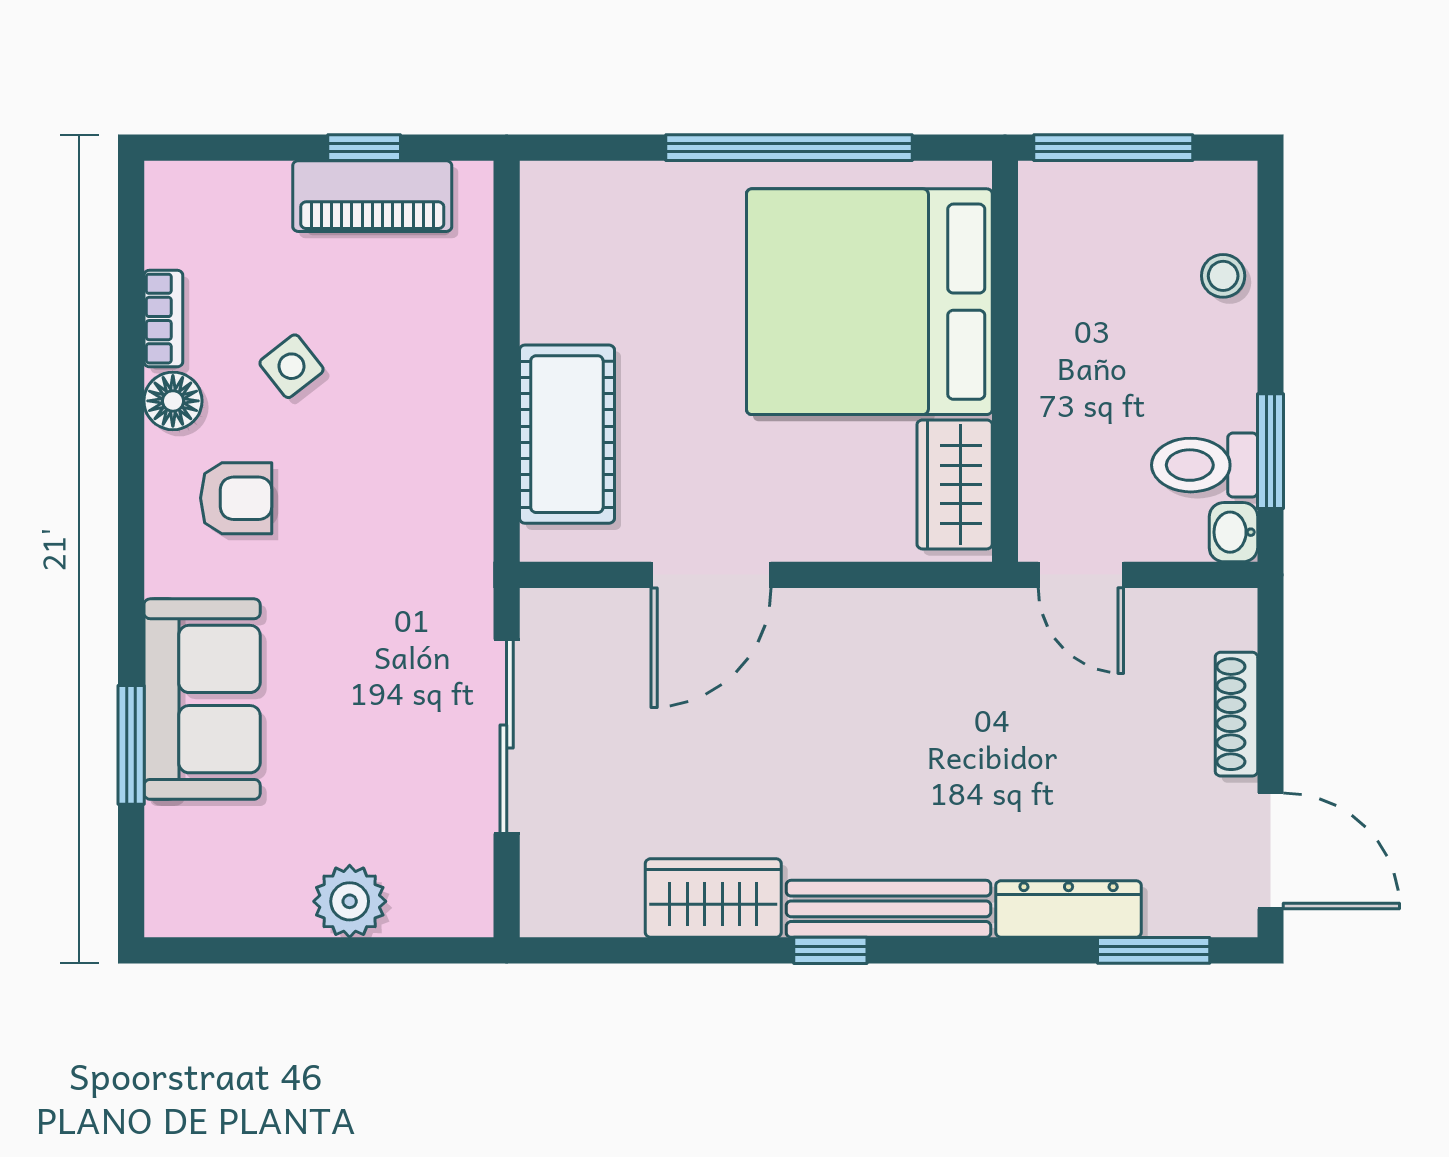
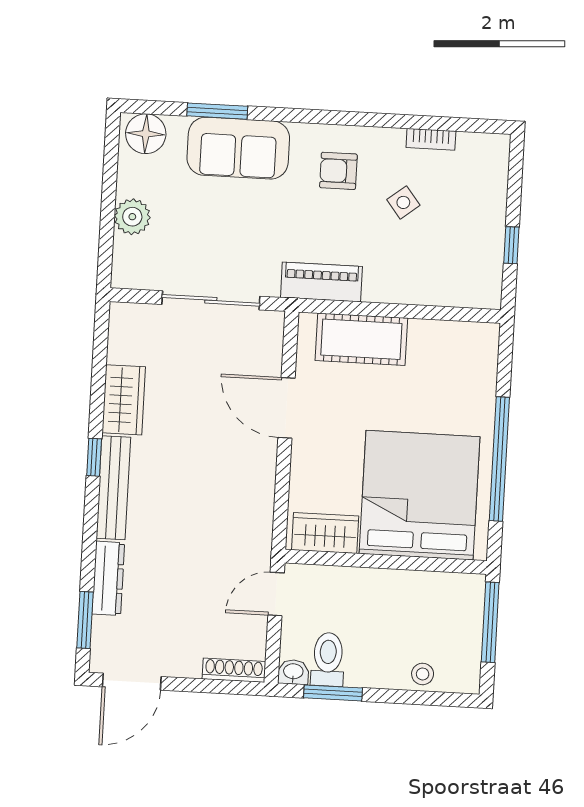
piano: (372, 196) -> (321, 282), moved, turned 90
floor lamp: (173, 401) -> (146, 134), moved, width x1.38, depth x1.38
armchair: (236, 498) -> (338, 171), turned 90
shoe rack: (1236, 714) -> (234, 670), moved

